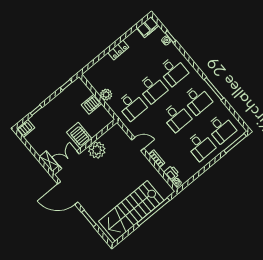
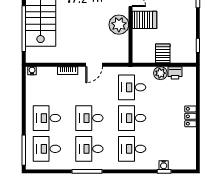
filing cabinet: (148, 27) -> (189, 159), removed
printer: (171, 173) -> (175, 73), moved

